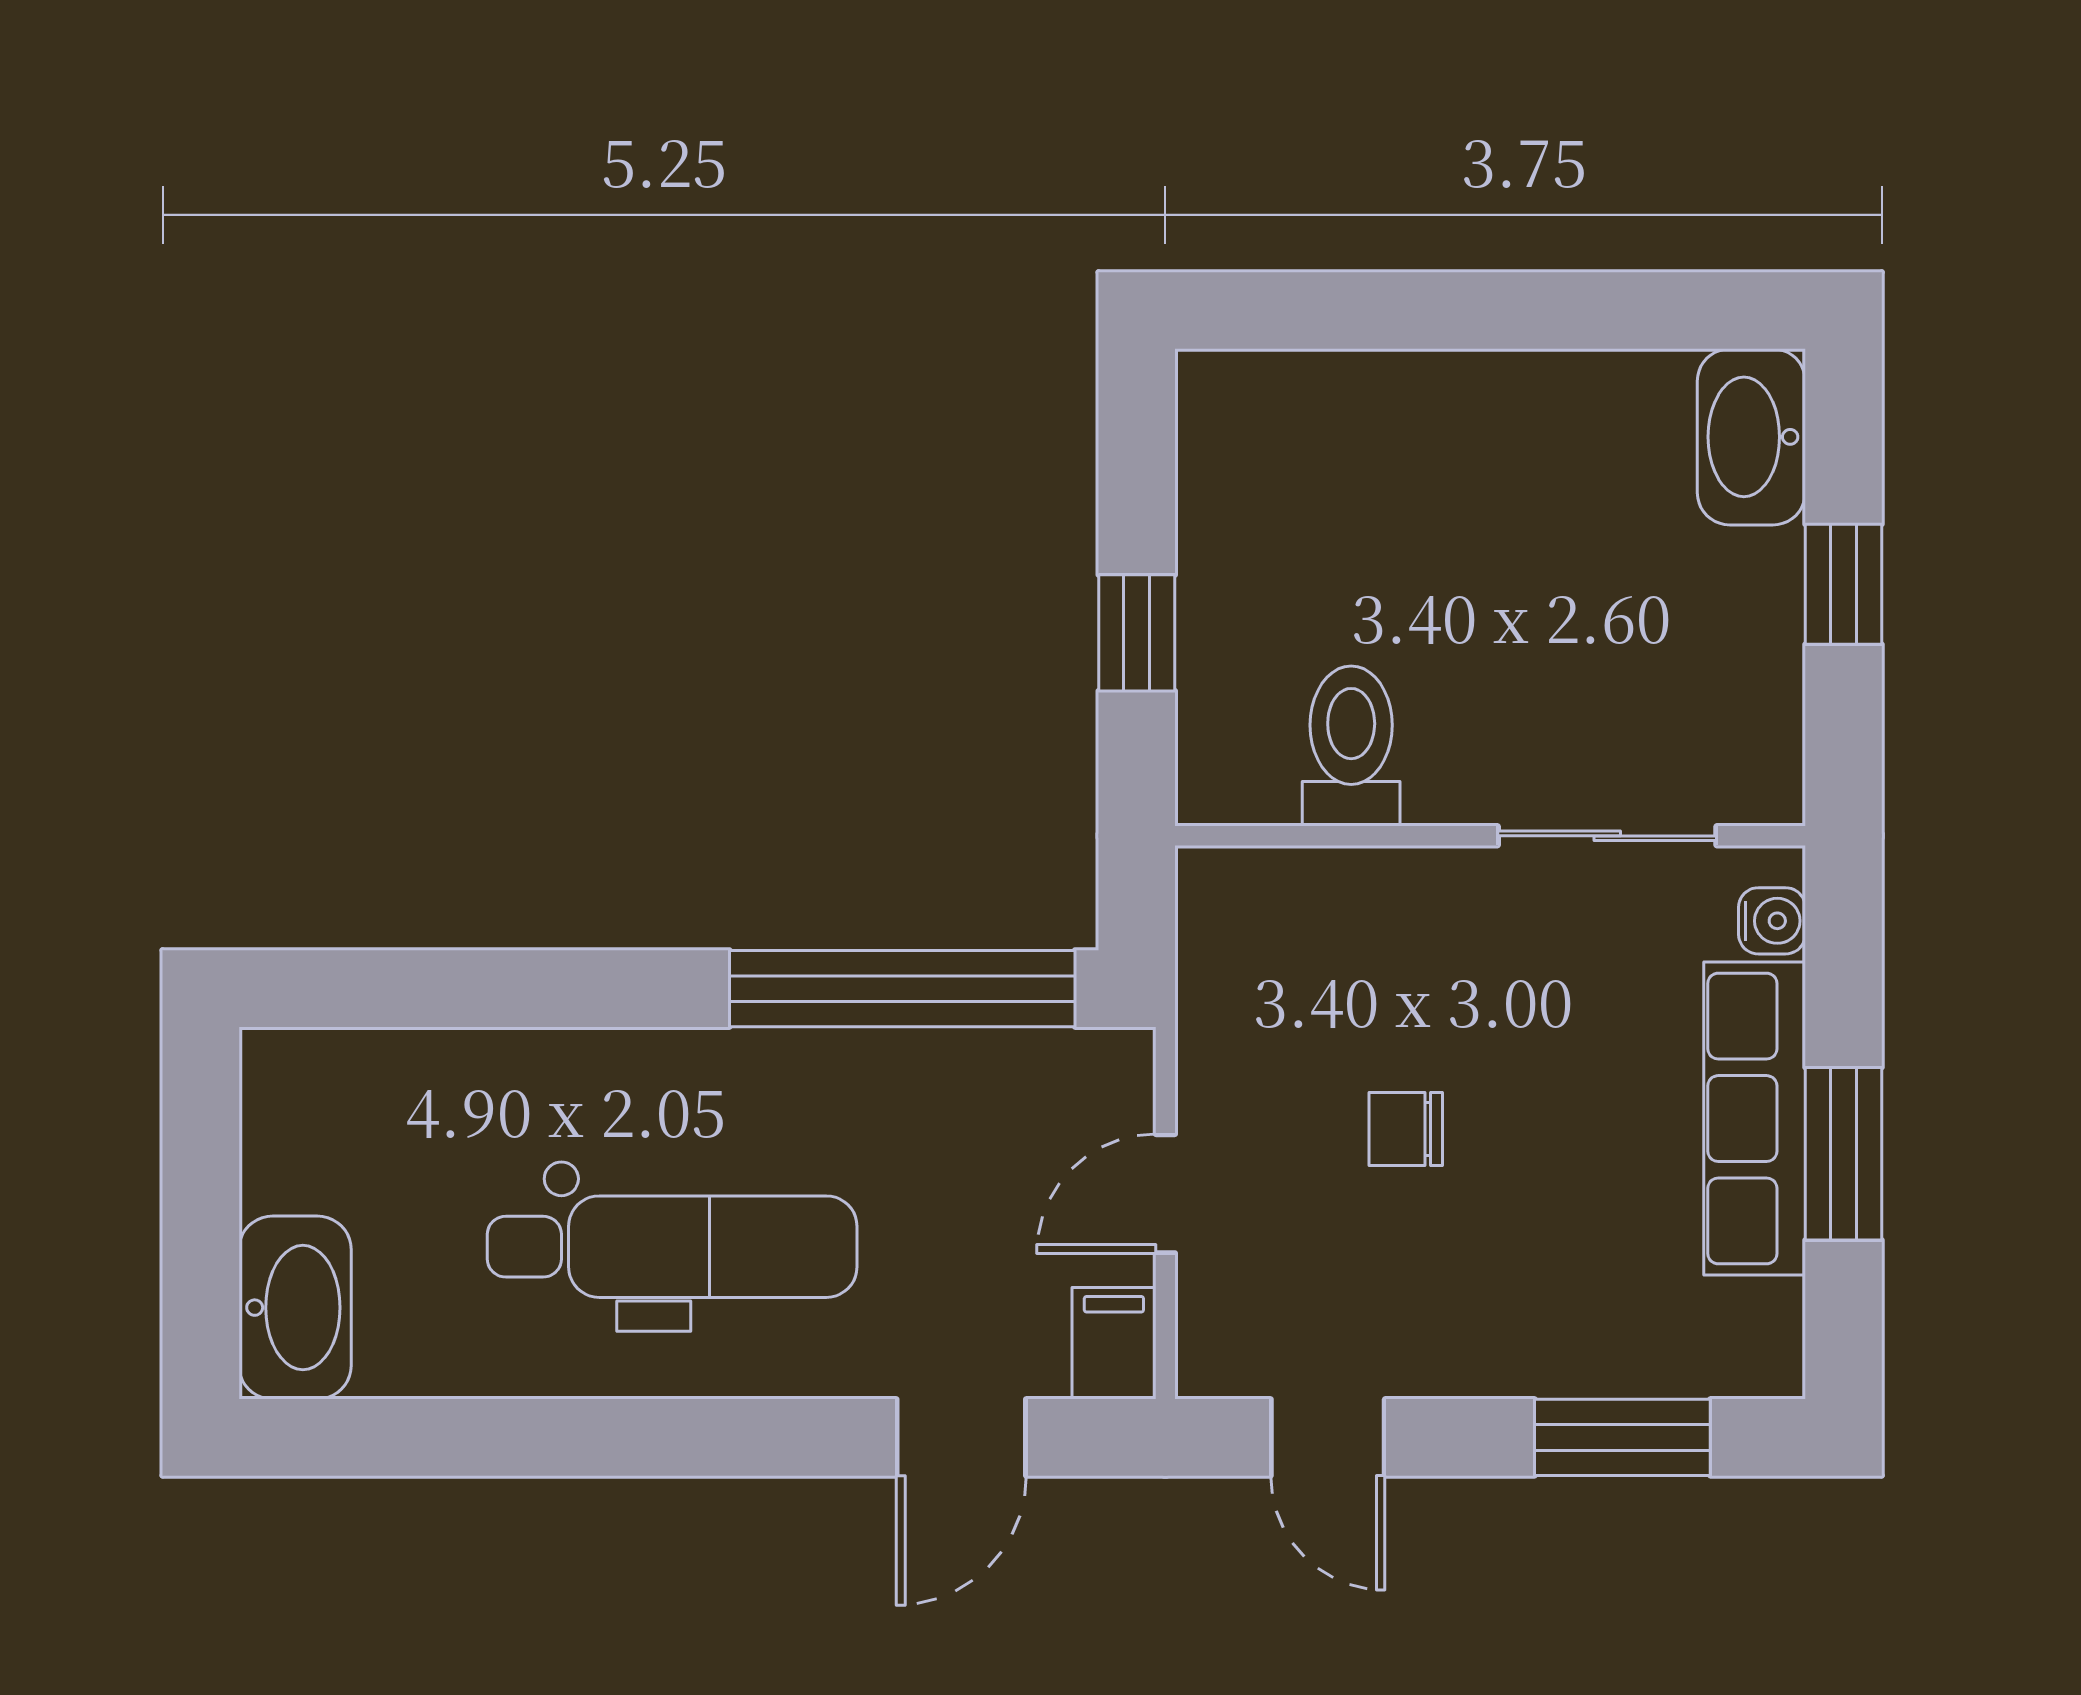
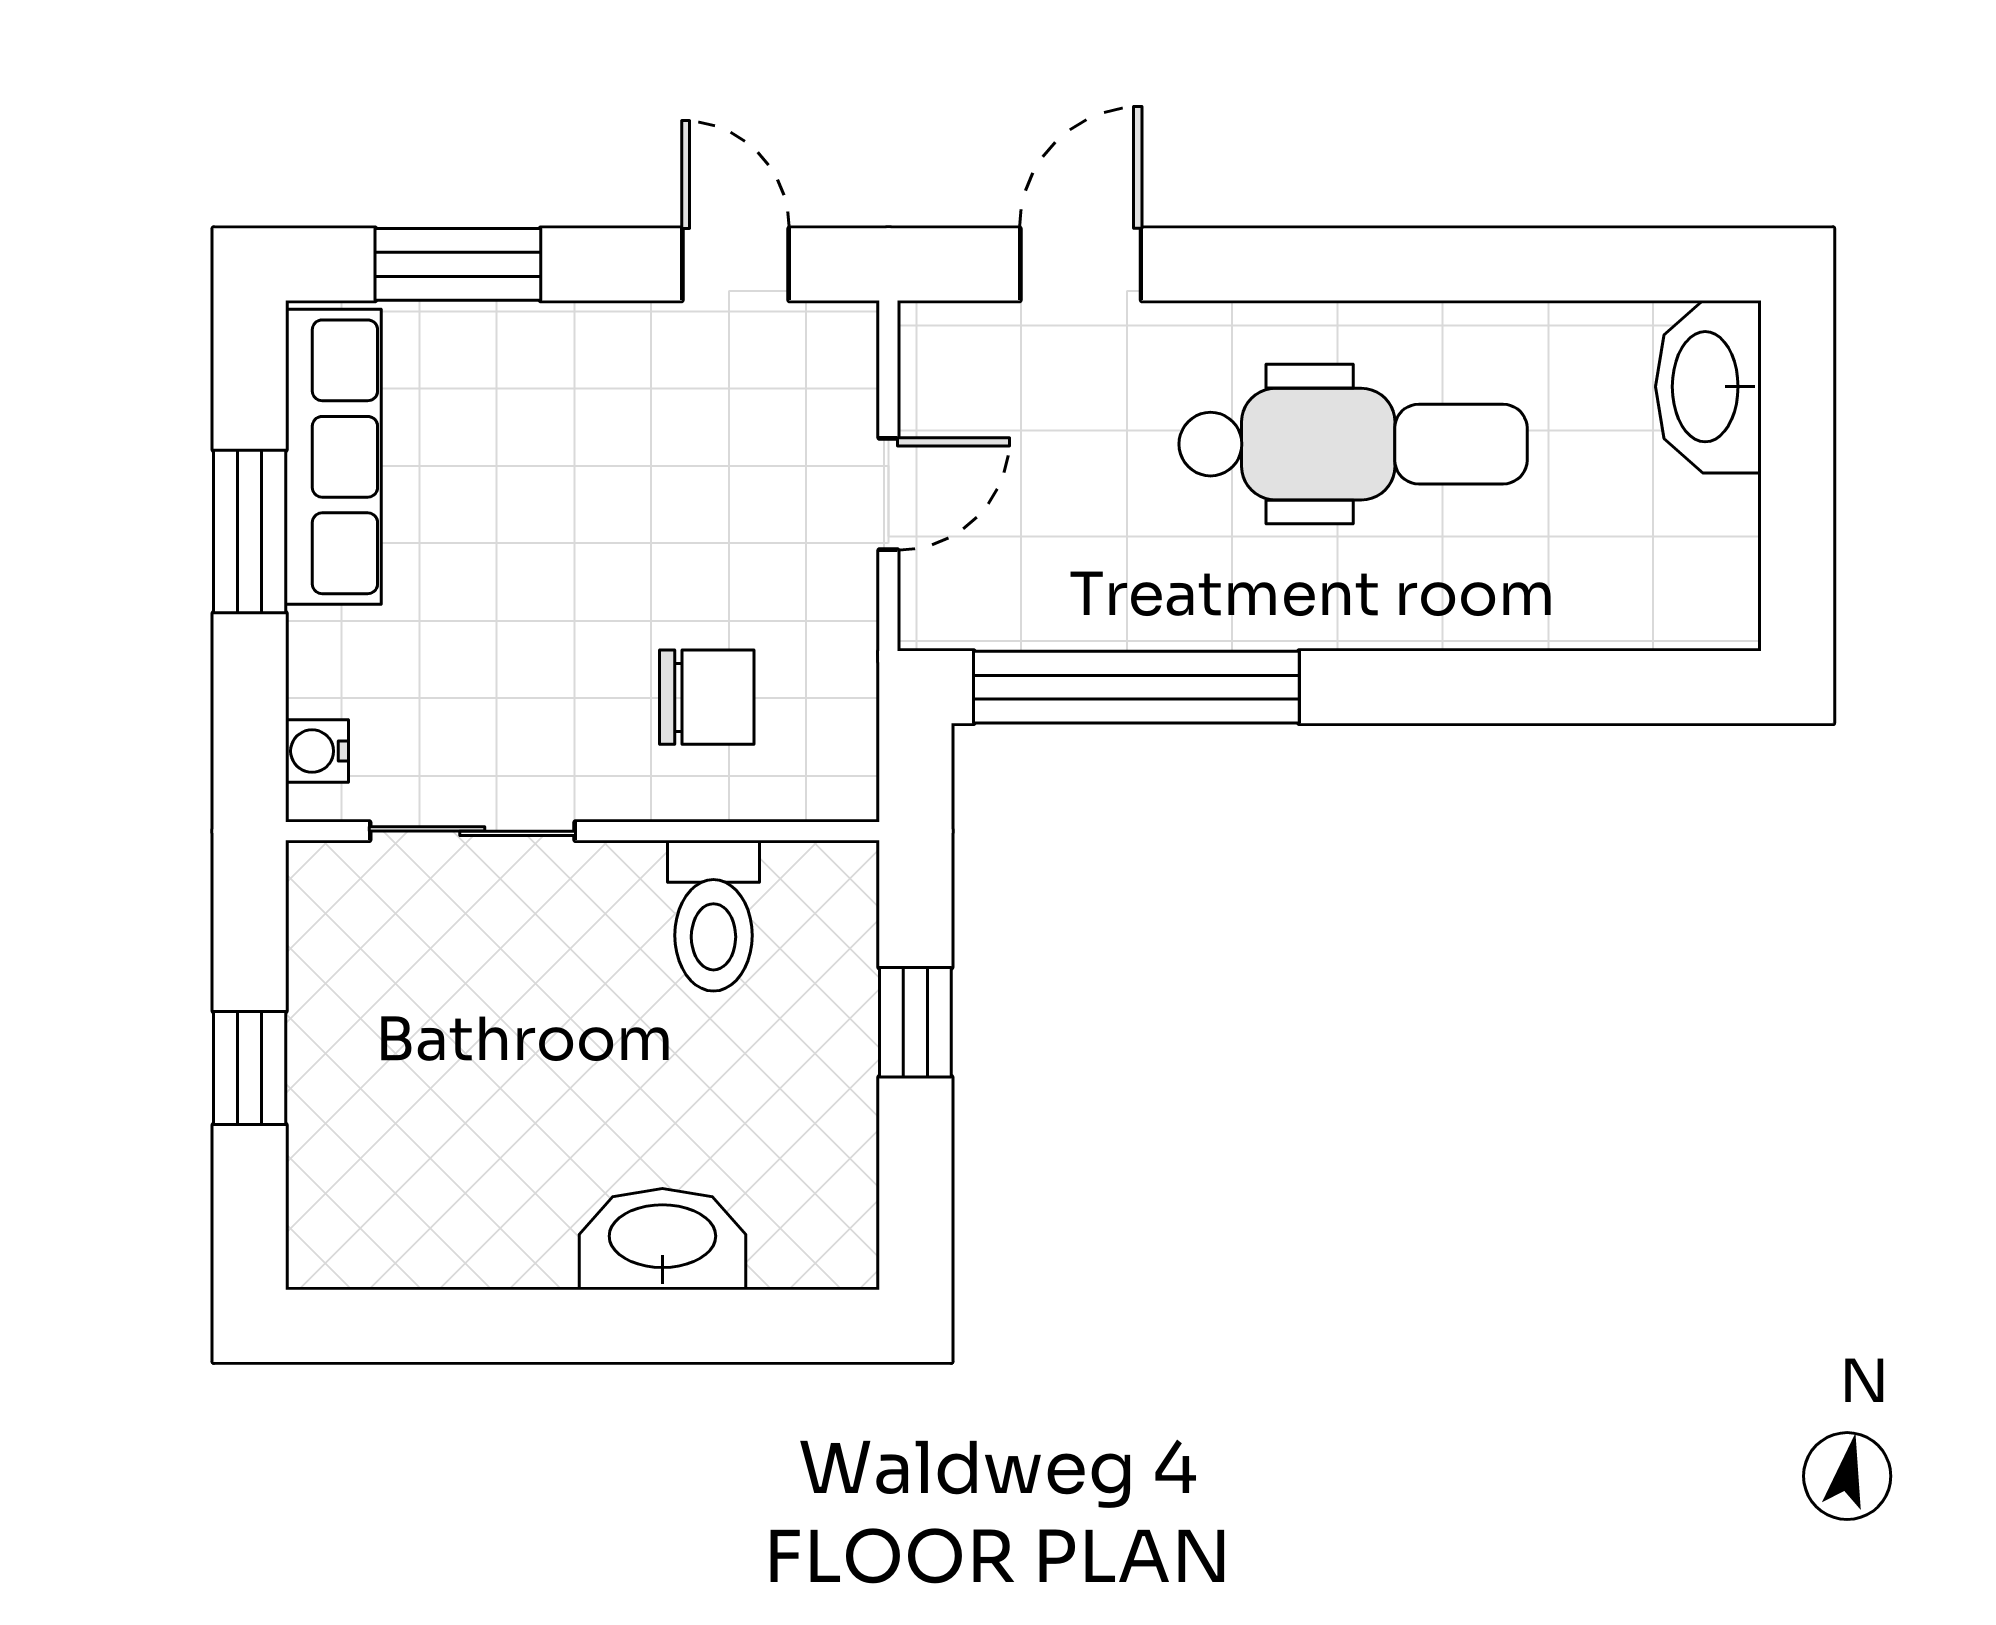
washbasin: (1751, 437) -> (662, 1239), moved, turned -90
row of seats: (1755, 1119) -> (333, 457), moved
chair: (1406, 1129) -> (707, 697), moved, width x1.37, depth x1.37
dental chair: (672, 1247) -> (1353, 444), turned 180
filing cabinet: (1114, 1343) -> (937, 353), removed

